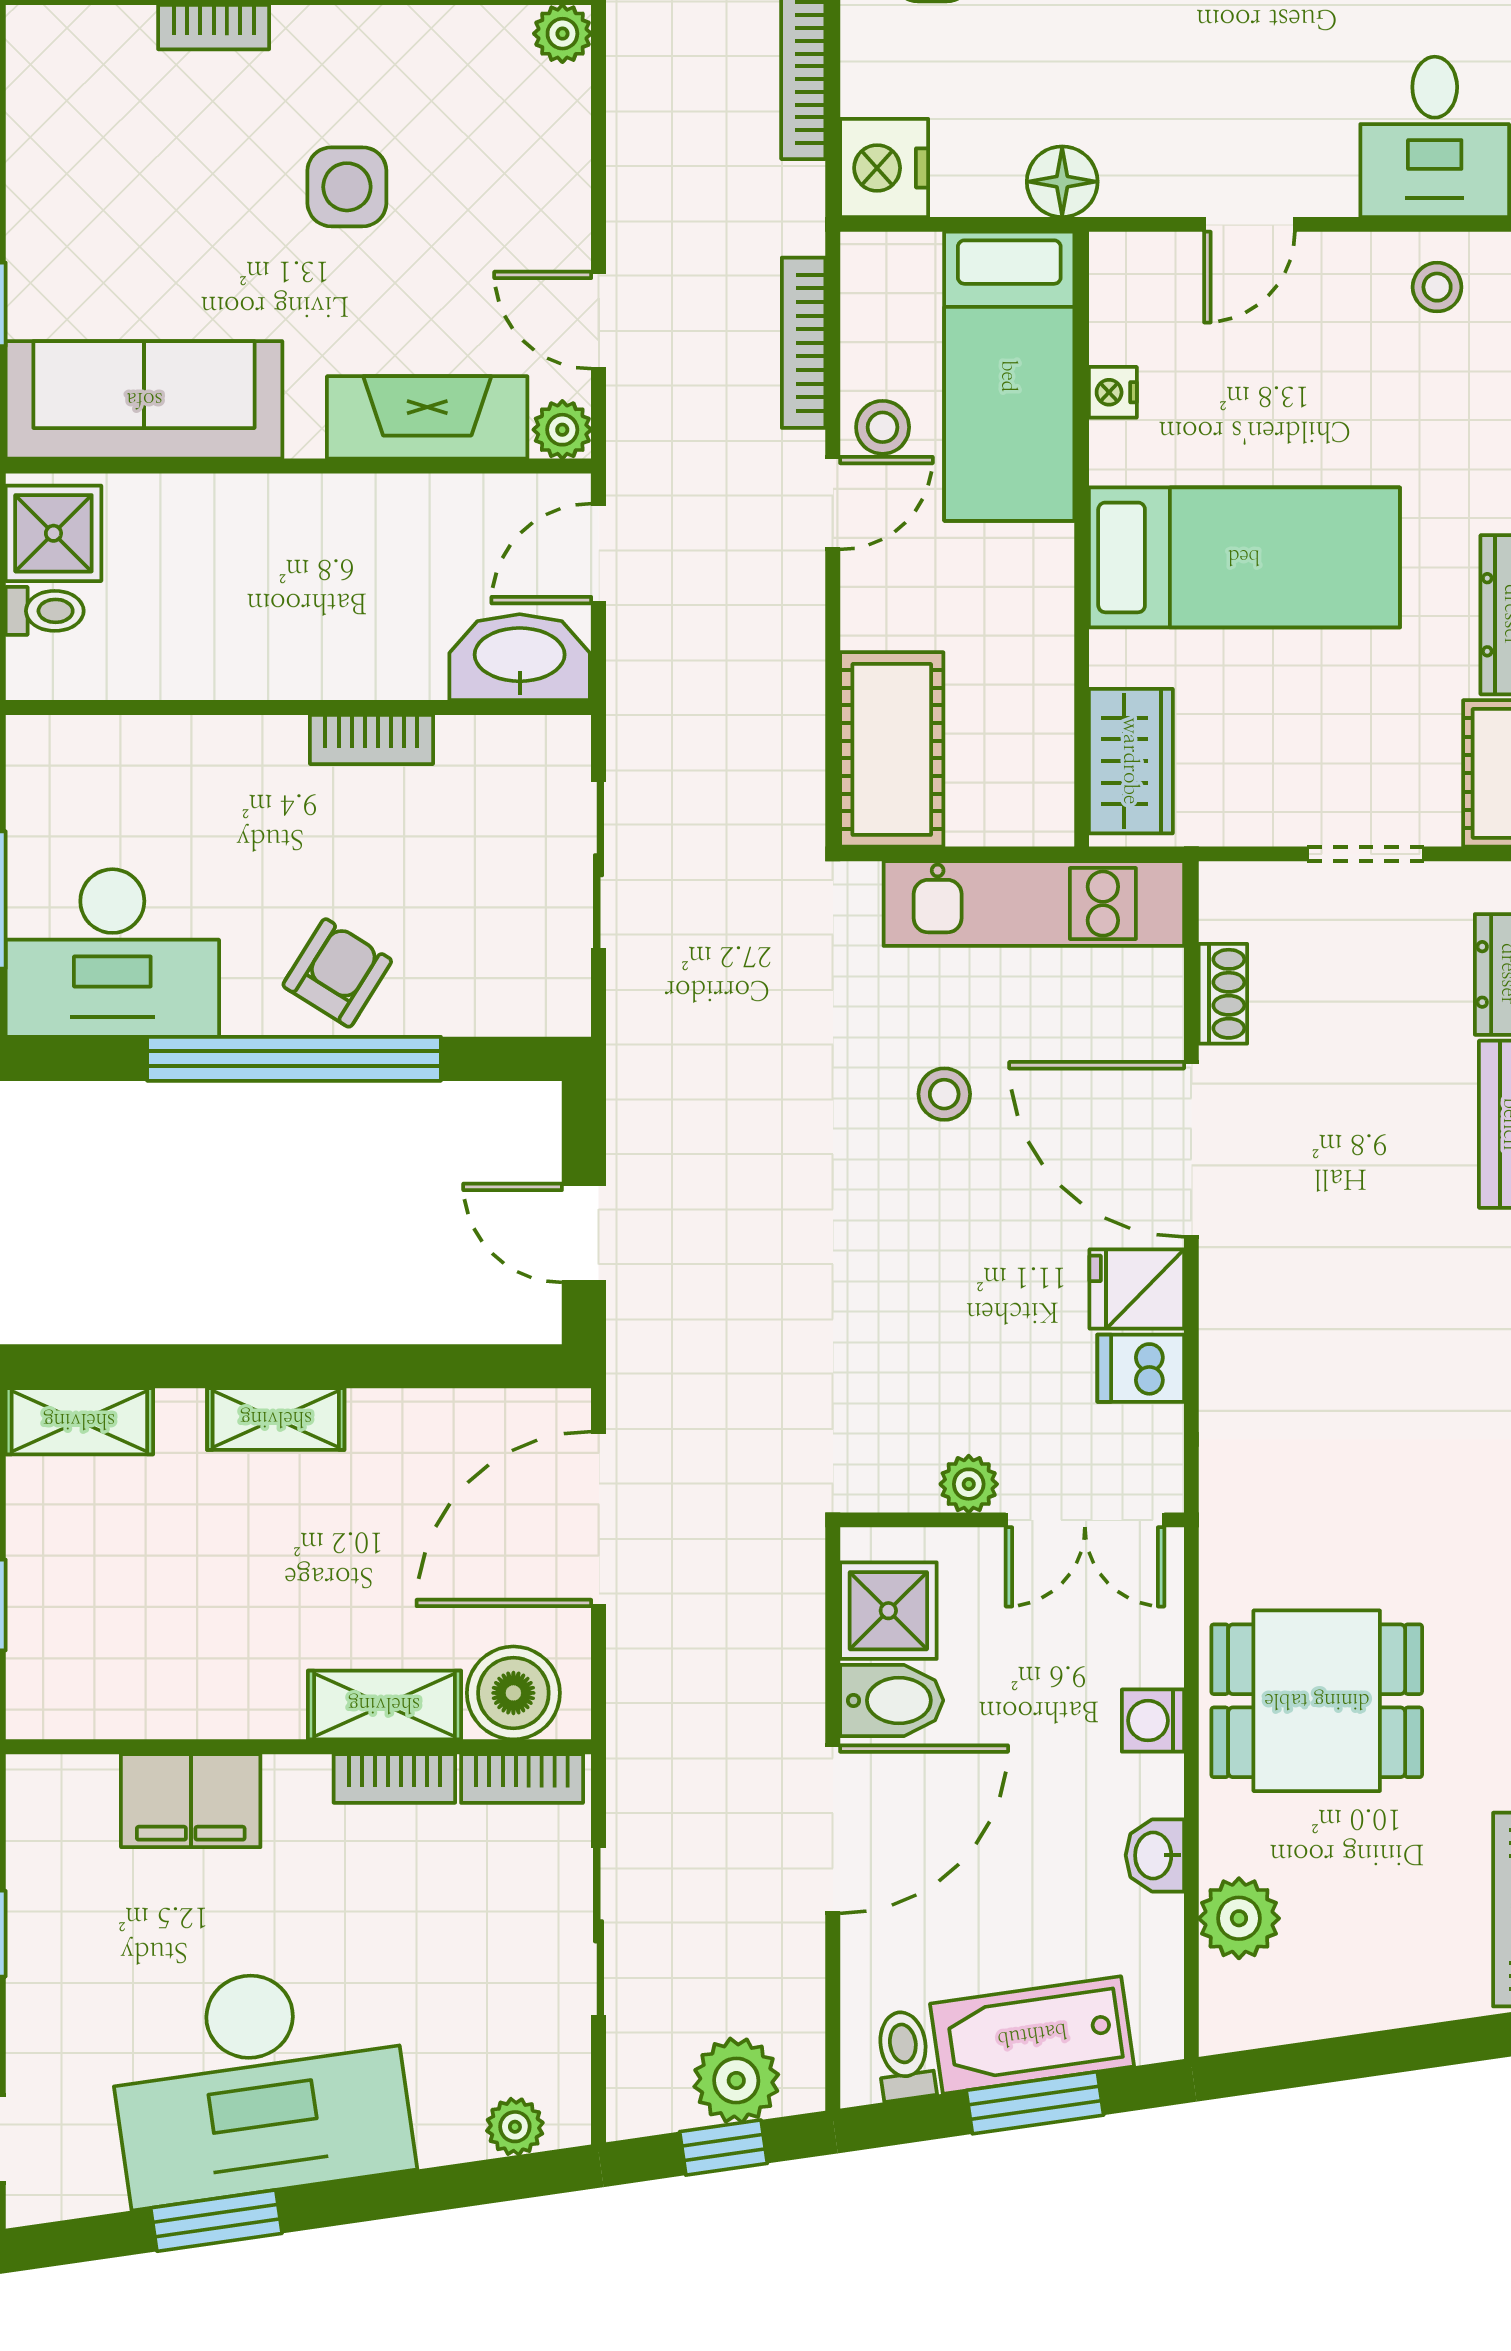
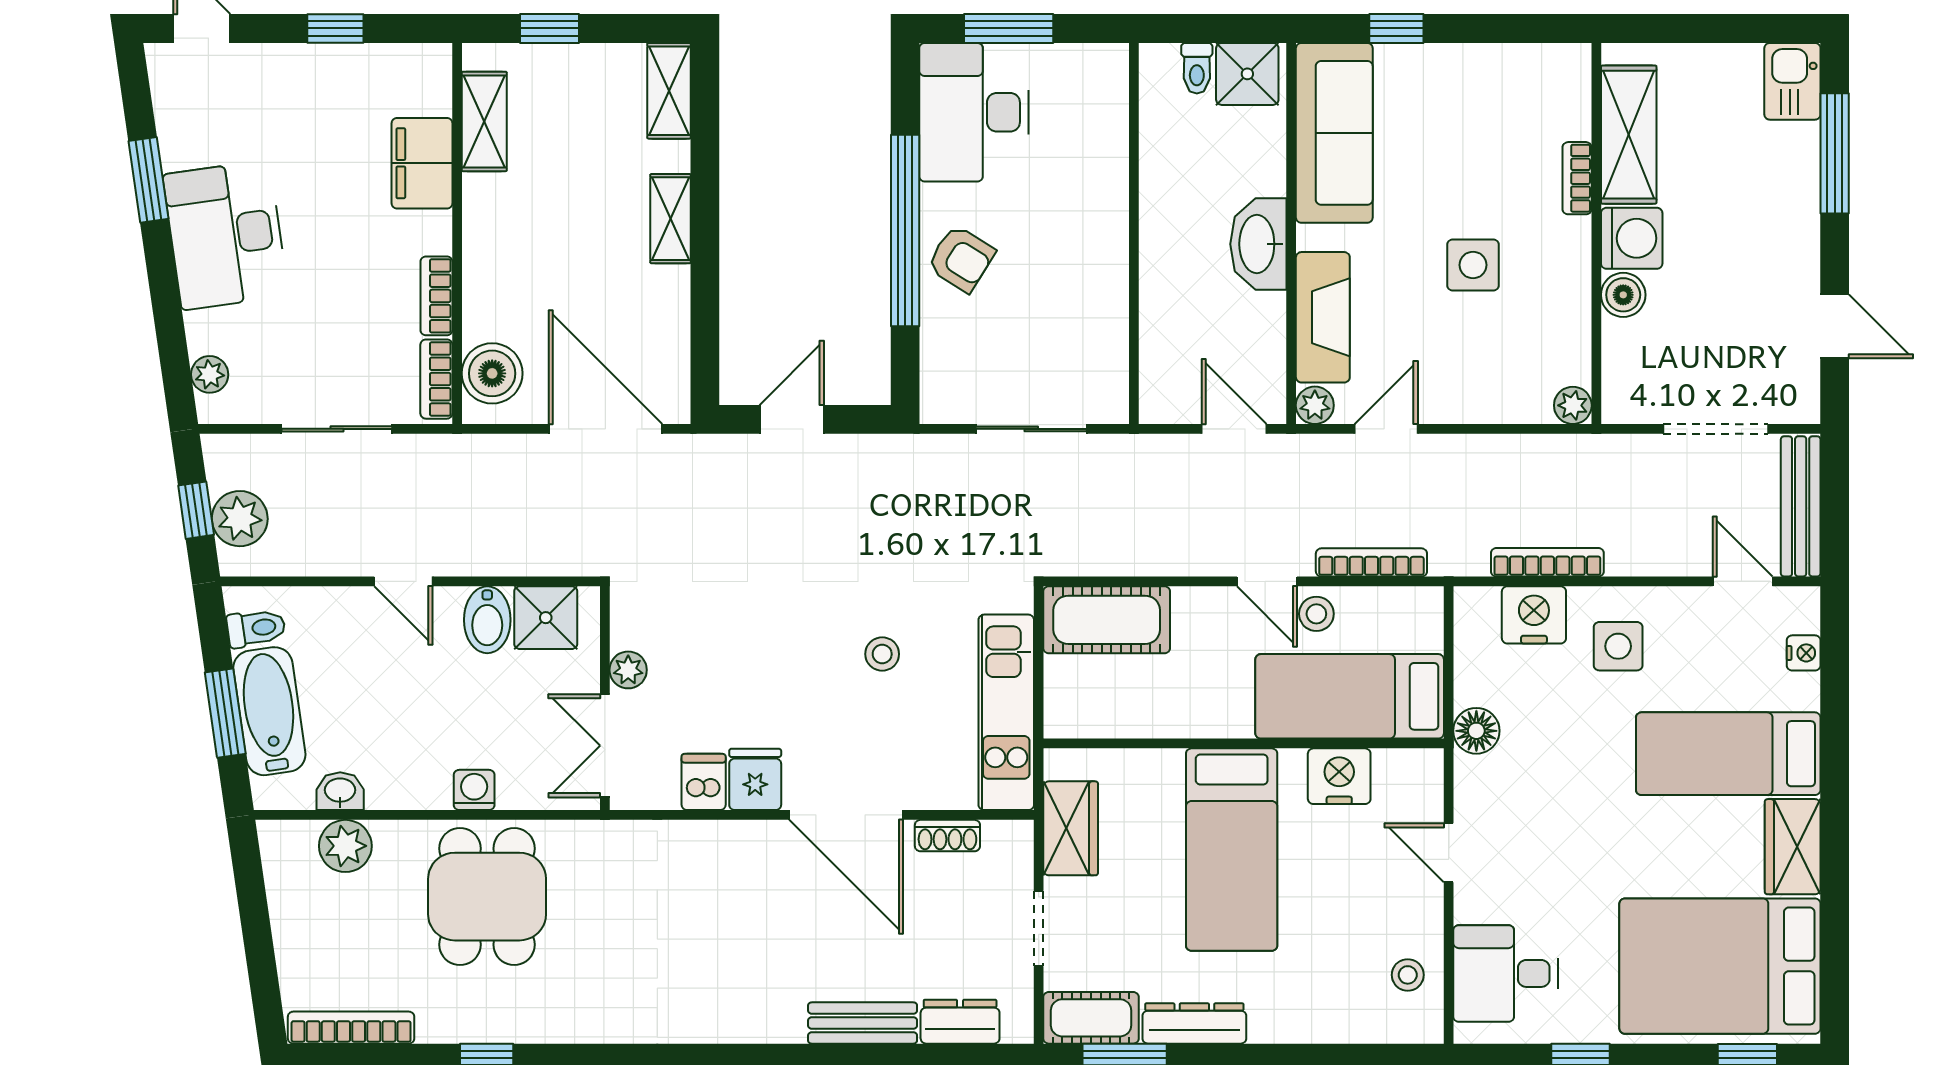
nightstand: (884, 168) -> (1534, 615), moved
nightstand: (1113, 392) -> (1339, 776), width x1.89, depth x1.79
washbasin: (520, 657) -> (1258, 244), moved, turned 180
bookcase: (371, 739) -> (1113, 281), removed
wardrobe: (1131, 761) -> (1071, 828), moved, turned -90
door: (1191, 1149) -> (846, 815), swing flipped
shelving: (384, 1705) -> (484, 121), moved
door: (833, 1829) -> (403, 581), width x0.53
washbasin: (1155, 1855) -> (340, 791), moved
desk: (259, 2083) -> (226, 235), width x0.73, depth x0.77

